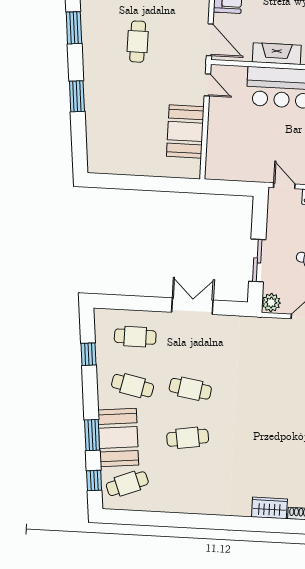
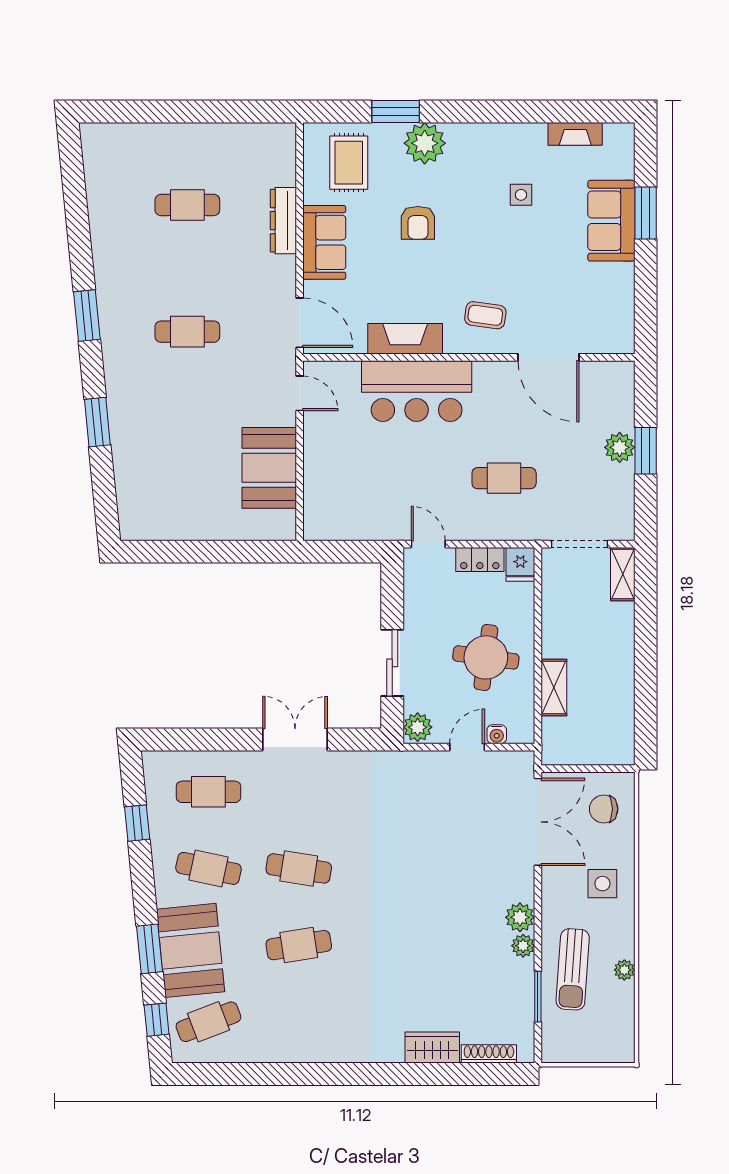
cafe table: (138, 42) -> (187, 332), turned 90

